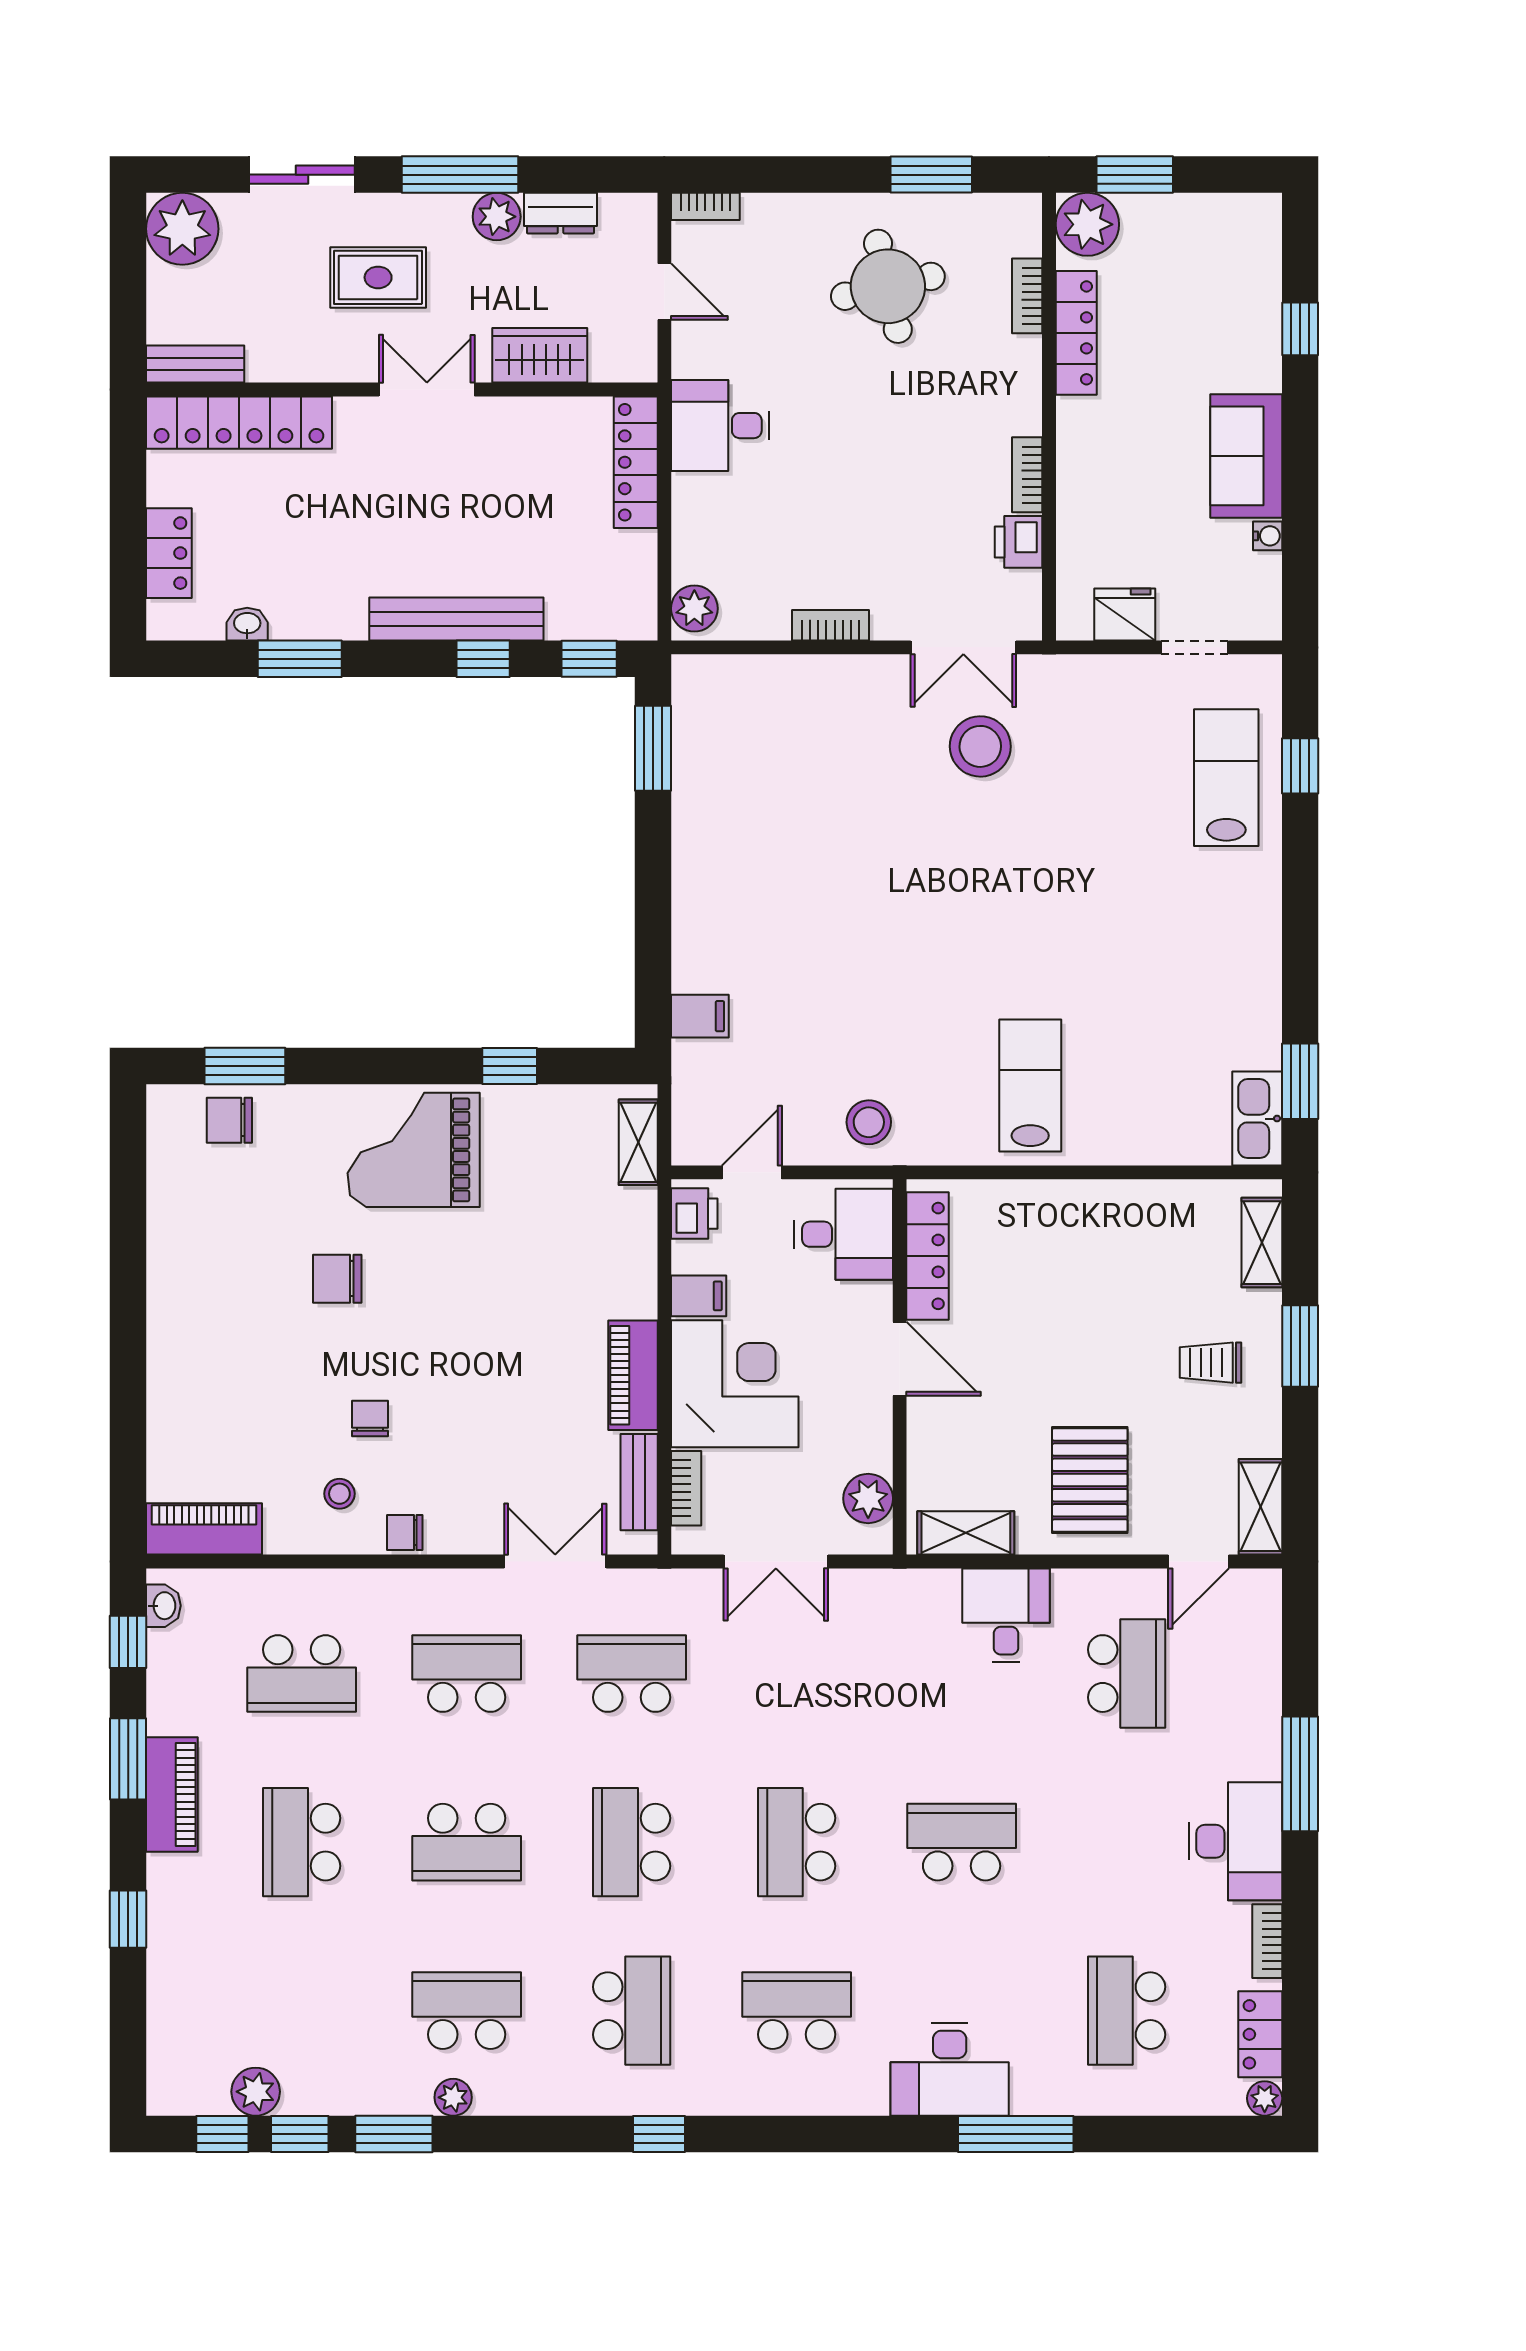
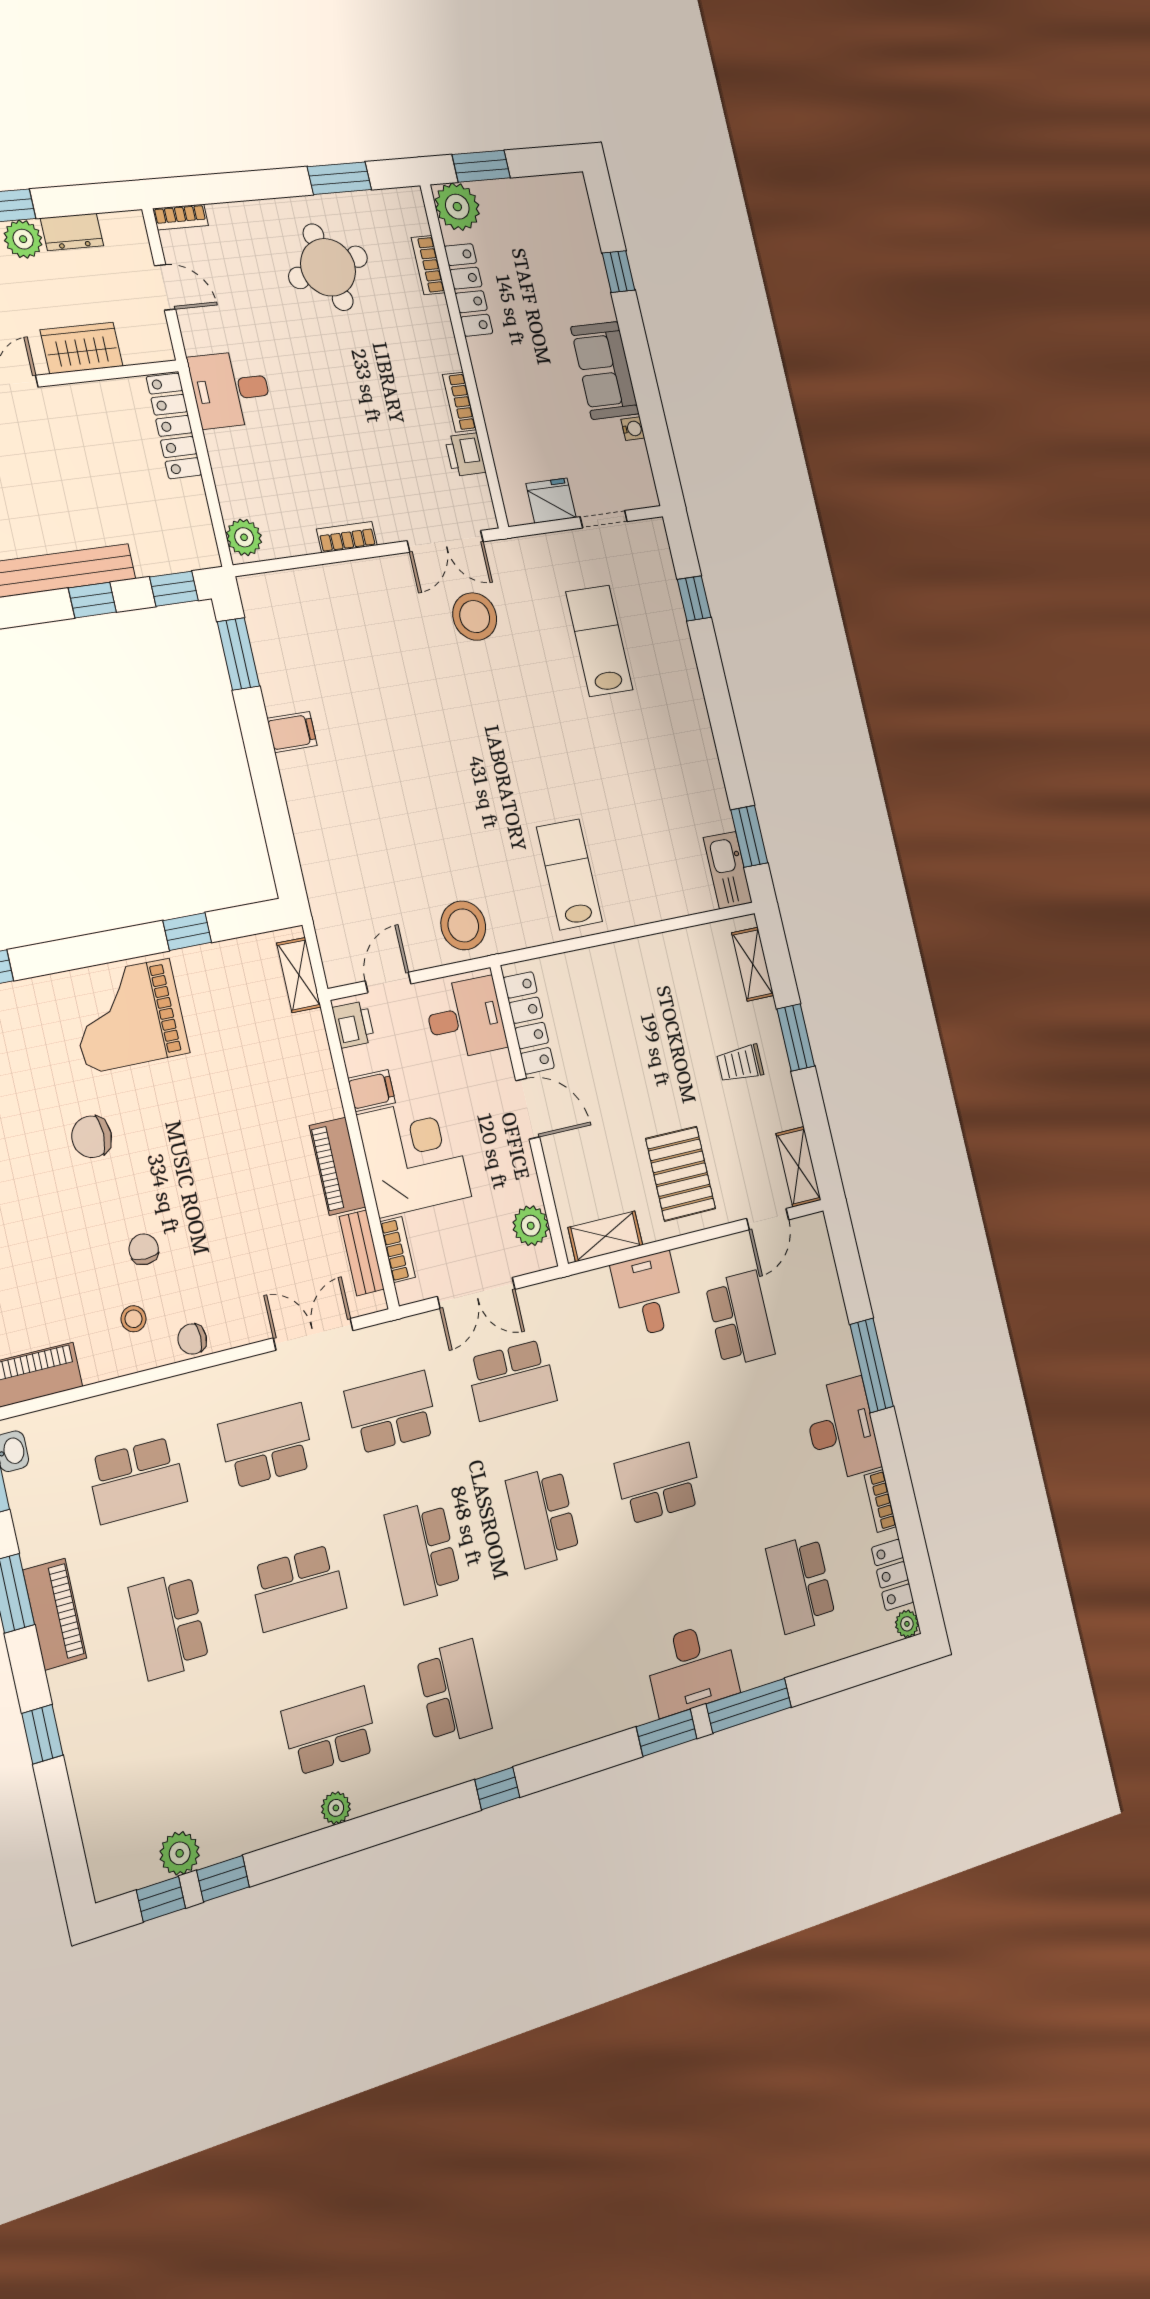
lab bench: (1226, 778) -> (599, 641), moved
filing cabinet: (700, 1016) -> (292, 732), moved
stool: (869, 1122) -> (463, 925), width x1.38, depth x1.38
school desk: (797, 2011) -> (512, 1380), moved, turned 180
window: (394, 2134) -> (667, 1733), moved

